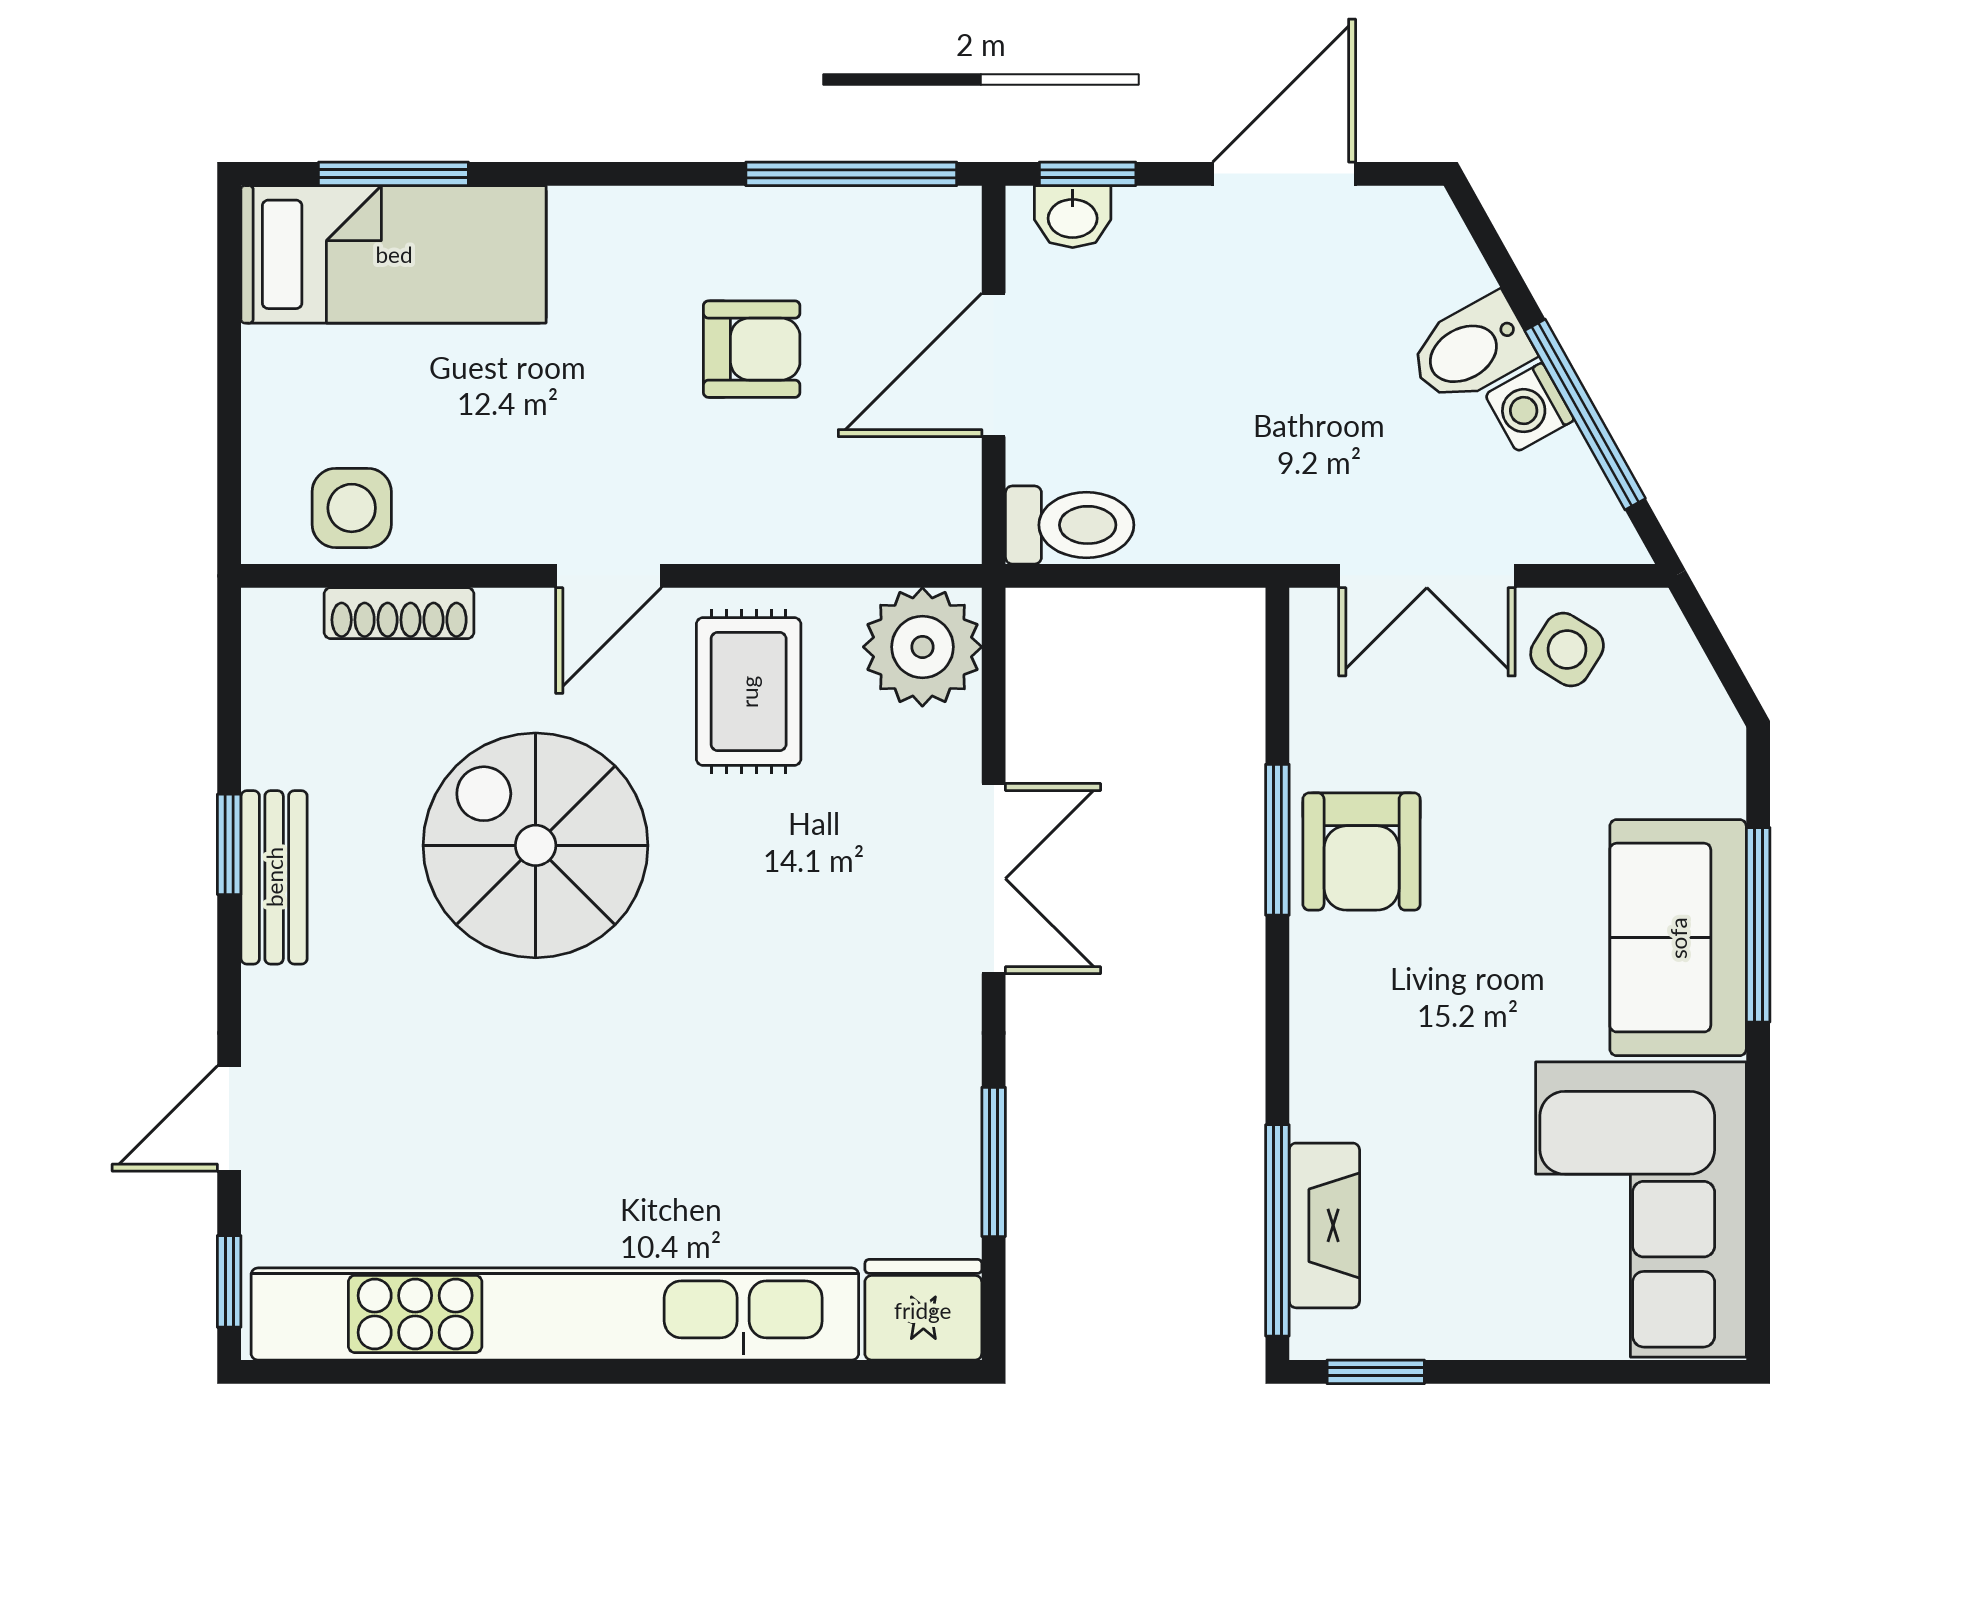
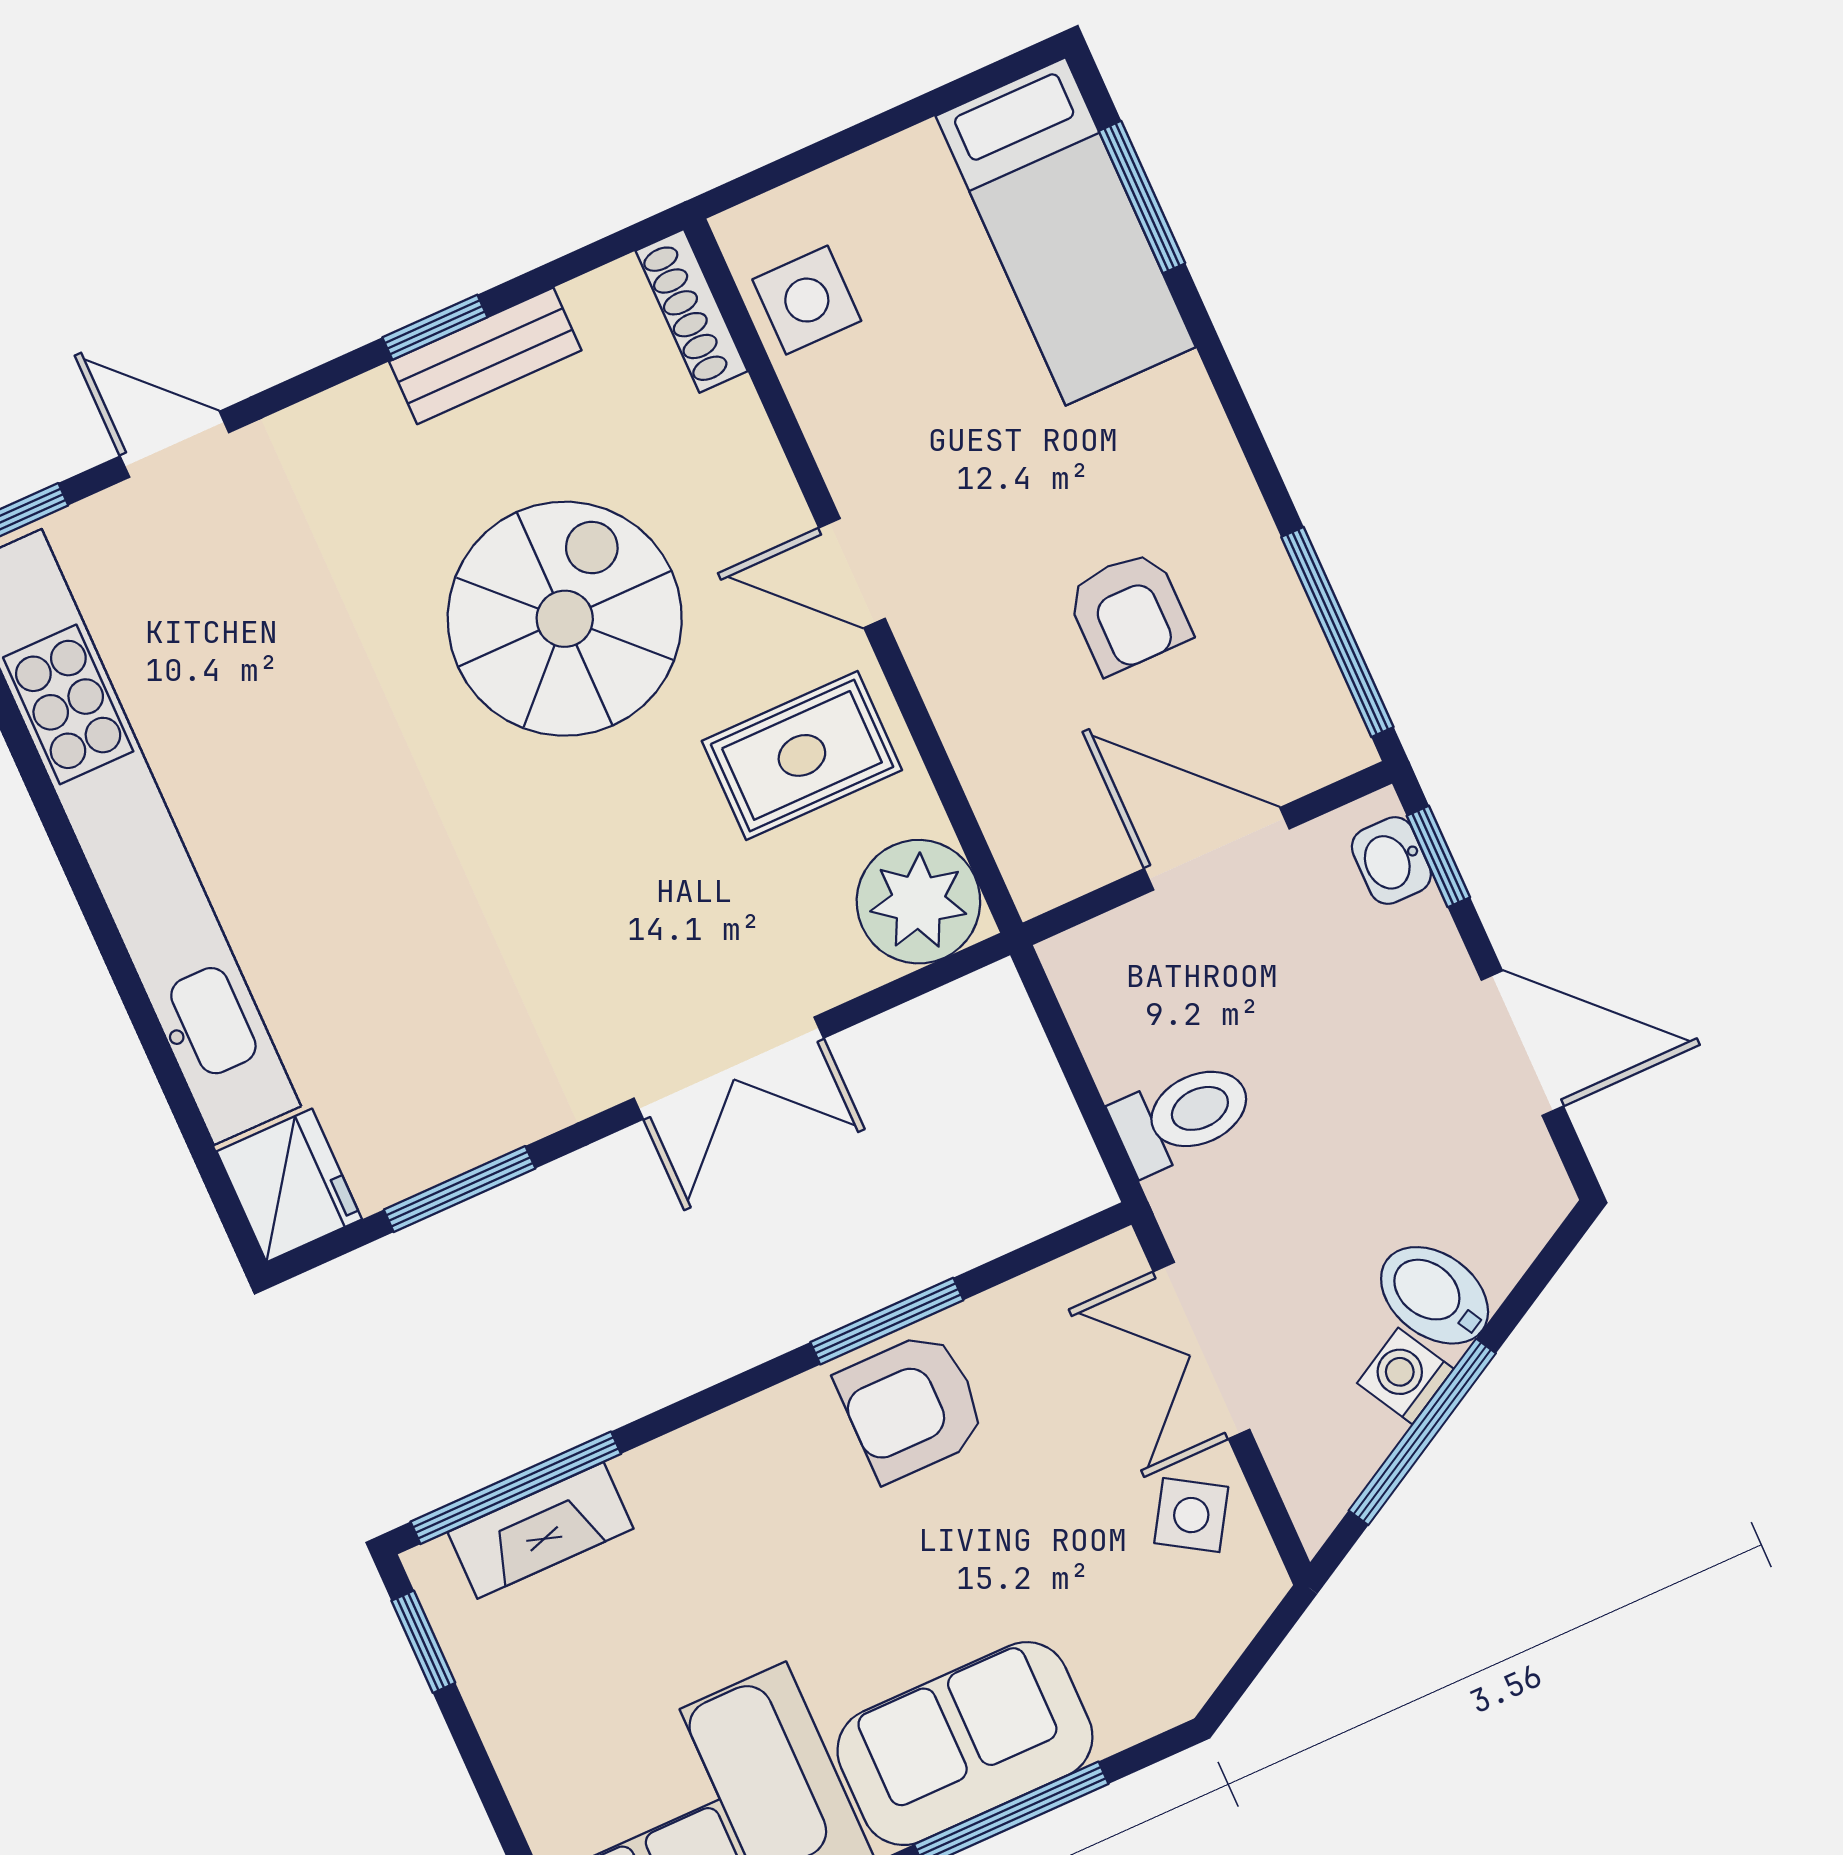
toilet: (1070, 525) -> (1183, 1116), moved, turned -90
shoe rack: (399, 613) -> (692, 311), moved
bench: (274, 877) -> (485, 356), moved

